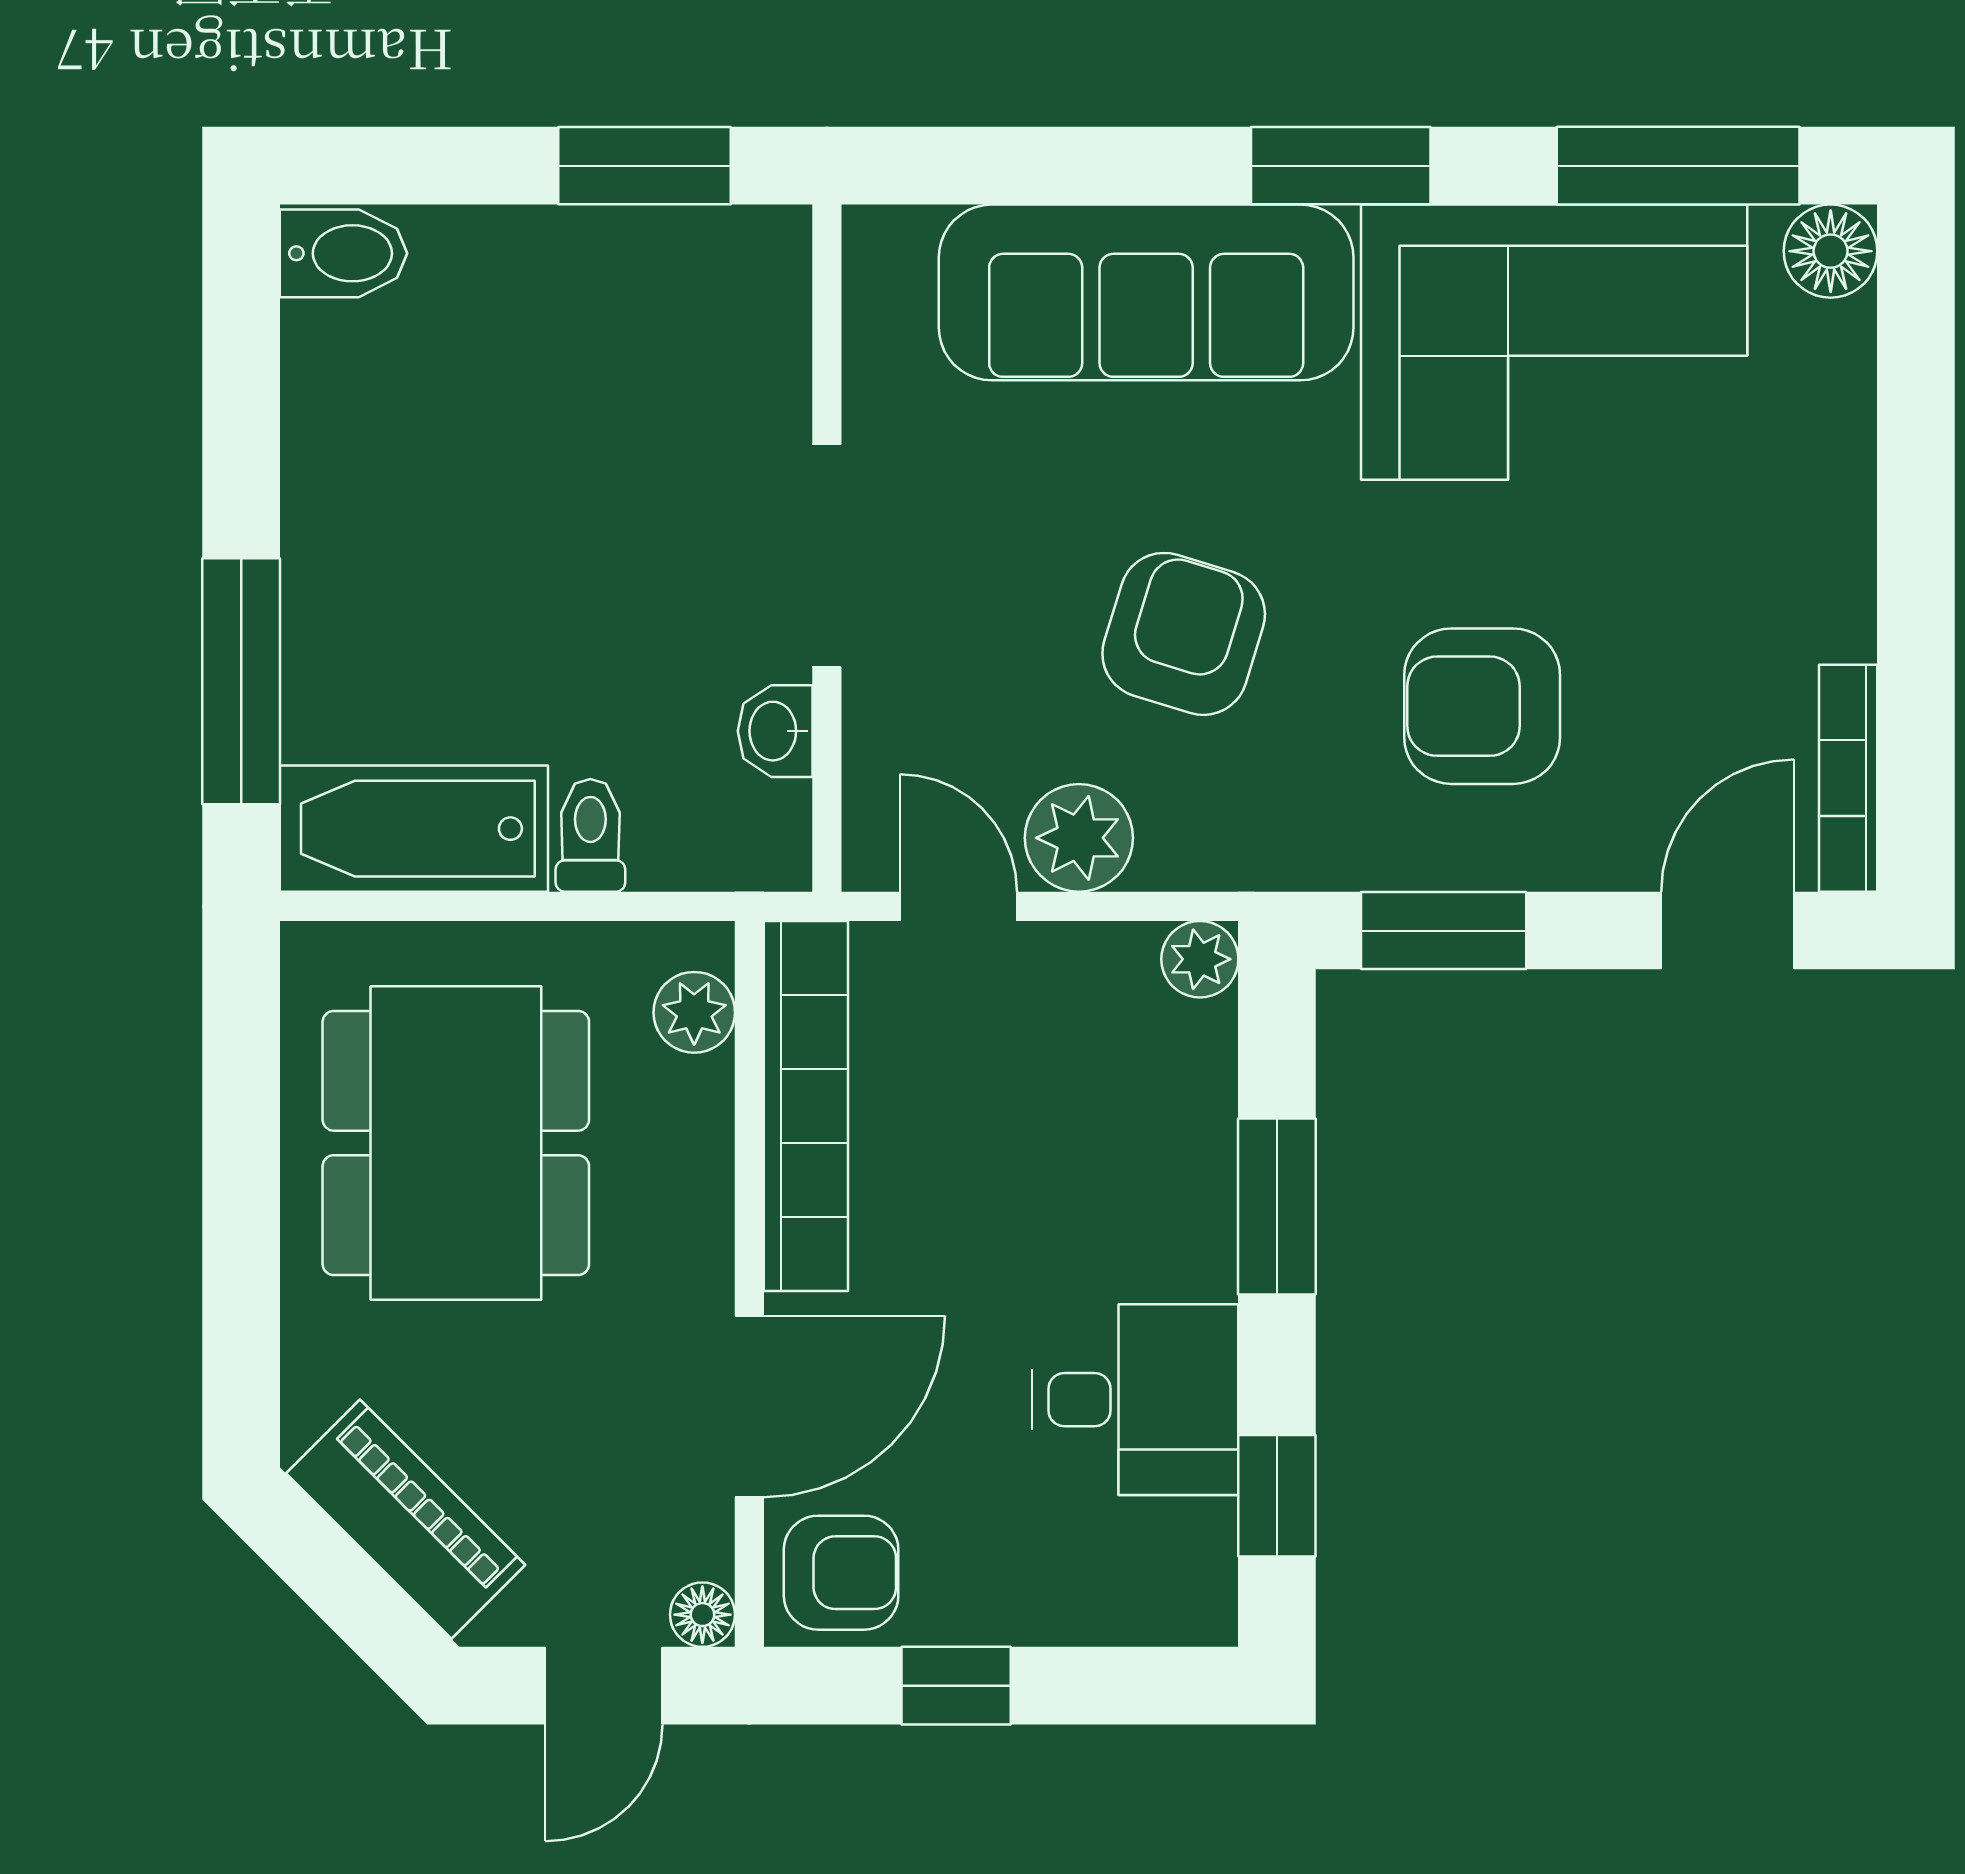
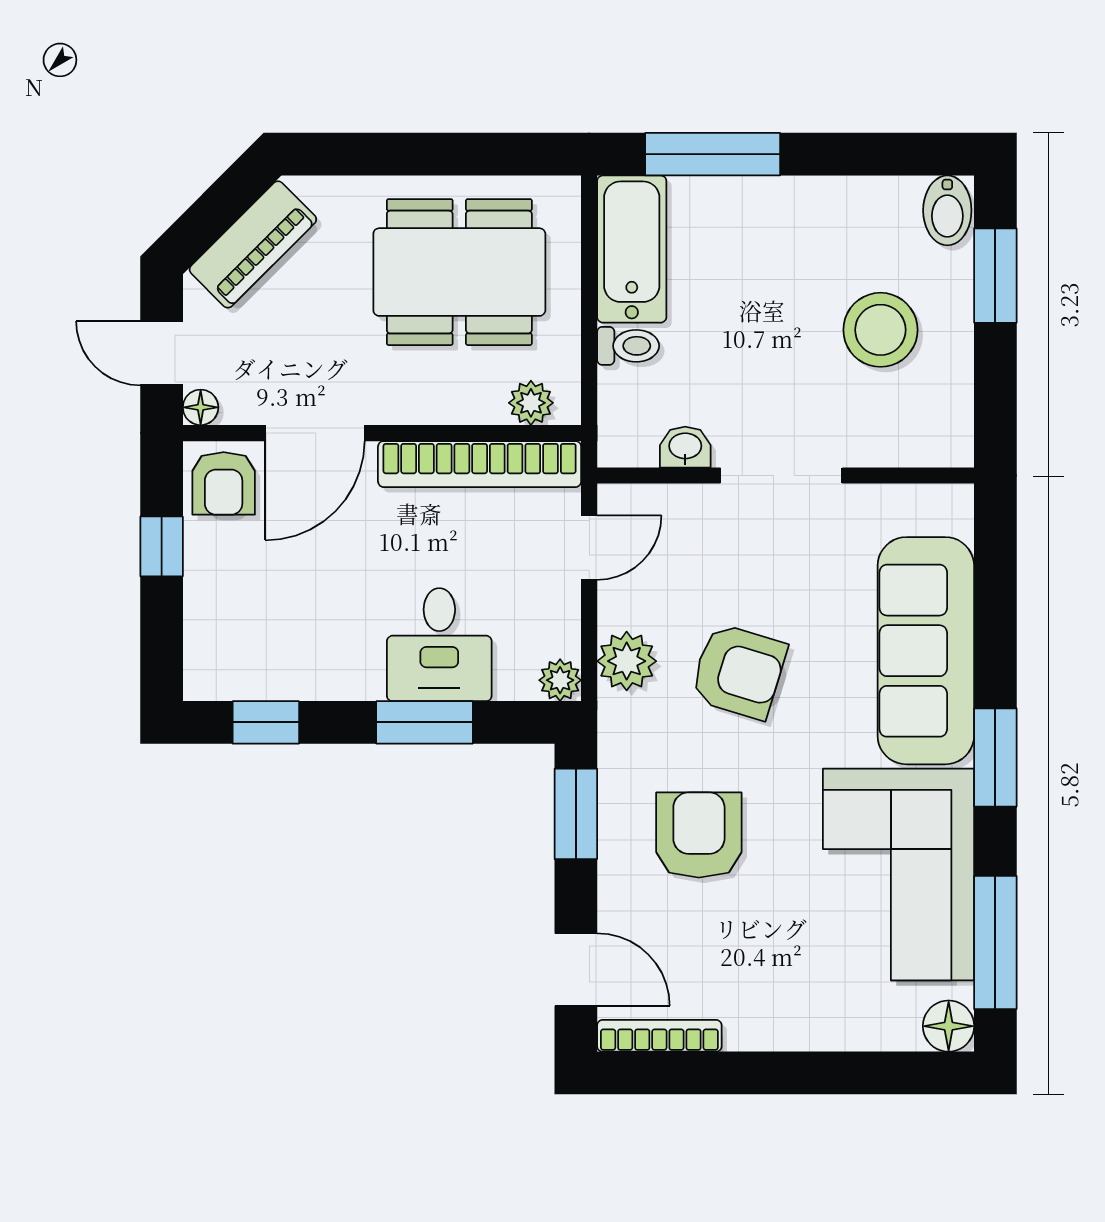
window: (645, 166) -> (995, 276), moved
stool: (561, 375) -> (880, 330), added
plant: (1079, 838) -> (627, 661), moved
desk: (1135, 1400) -> (439, 645), moved
door: (749, 1406) -> (315, 433), hinge flipped

